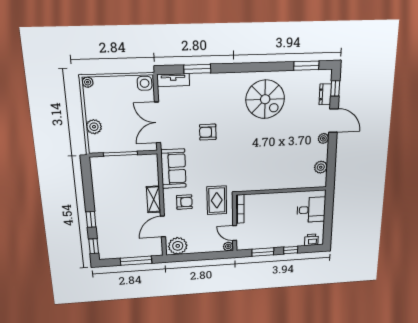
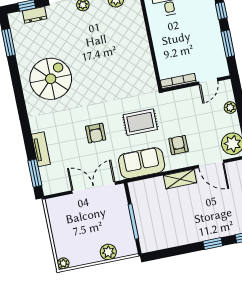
window: (197, 69) -> (35, 173), moved
tv unit: (173, 80) -> (41, 149), moved
side table: (145, 83) -> (55, 207), removed
double door: (158, 123) -> (94, 188), swing flipped
rug: (217, 200) -> (140, 122), moved
plant: (228, 246) -> (230, 108), moved

